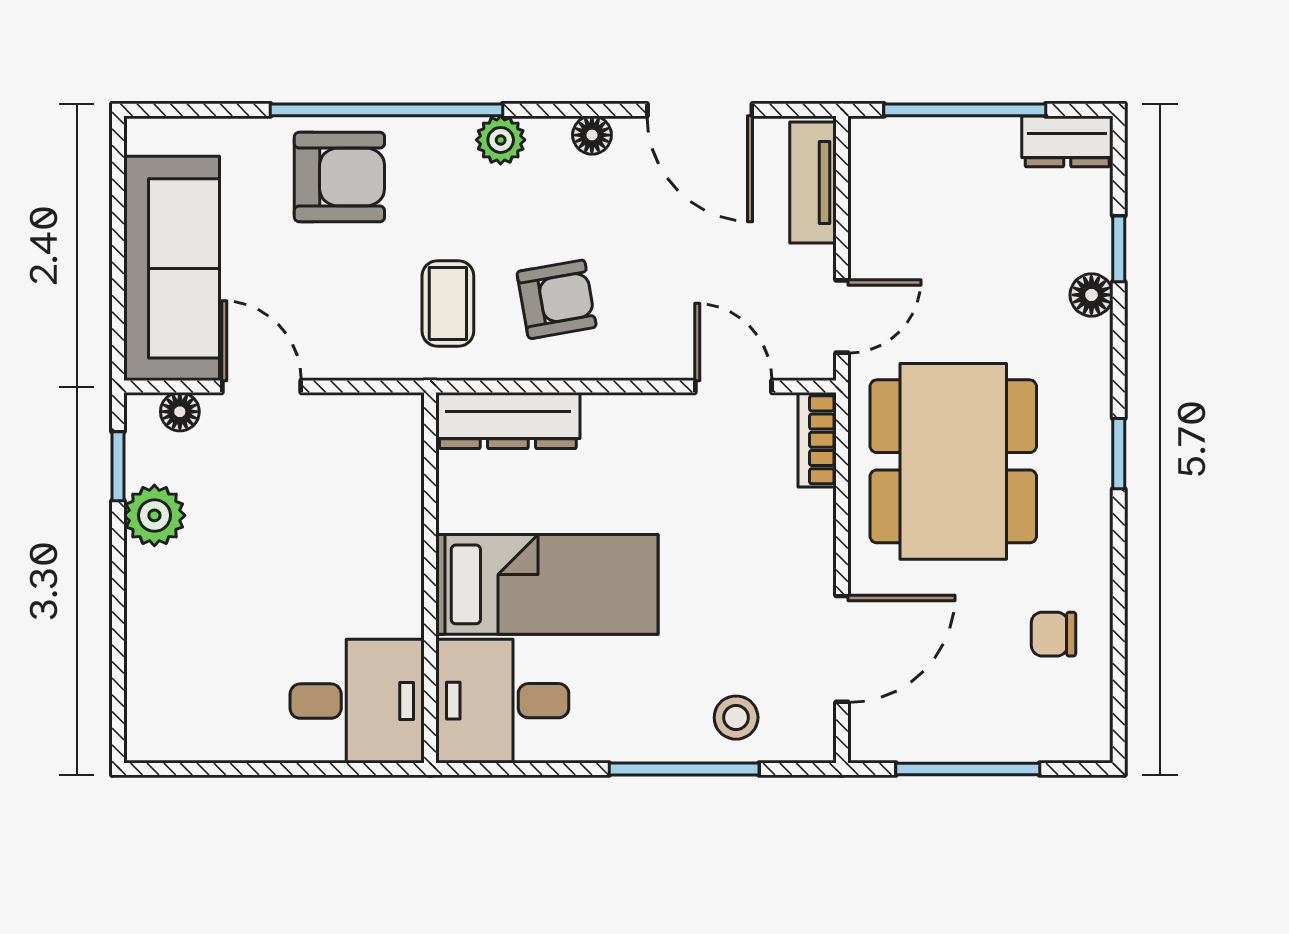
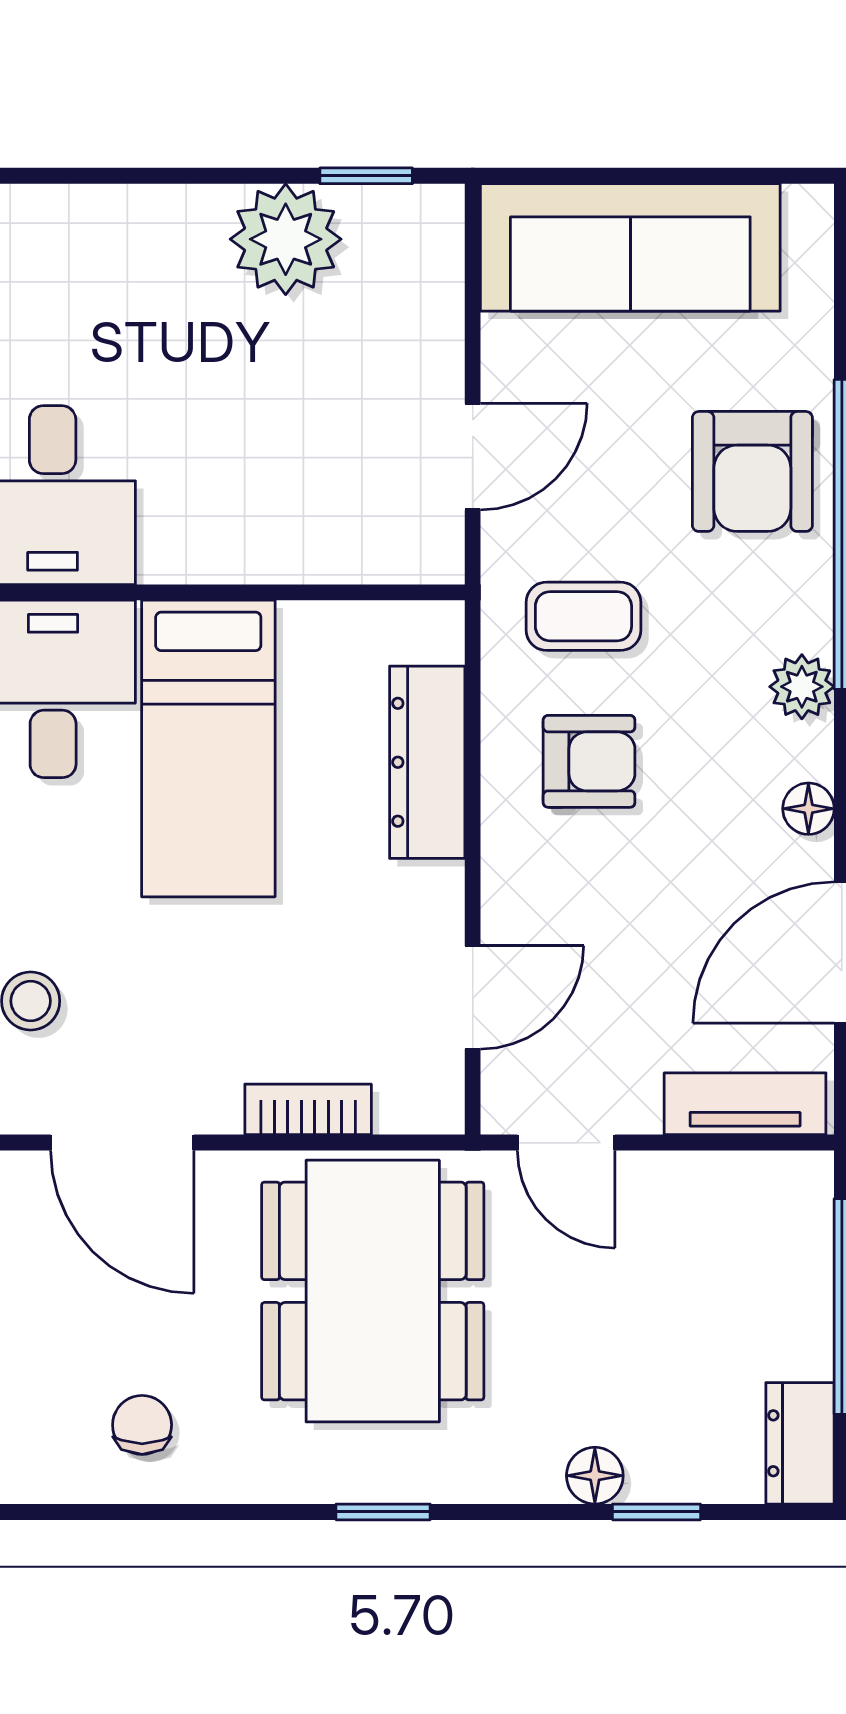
armchair: (557, 299) -> (589, 761), turned -80
door: (261, 387) -> (473, 457), moved
floor lamp: (180, 412) -> (439, 258), removed
dresser: (508, 421) -> (427, 762), moved
bookcase: (817, 440) -> (308, 1109), moved
dining table: (953, 461) -> (373, 1291), turned 90
plant: (154, 515) -> (286, 239), width x1.36, depth x1.36

